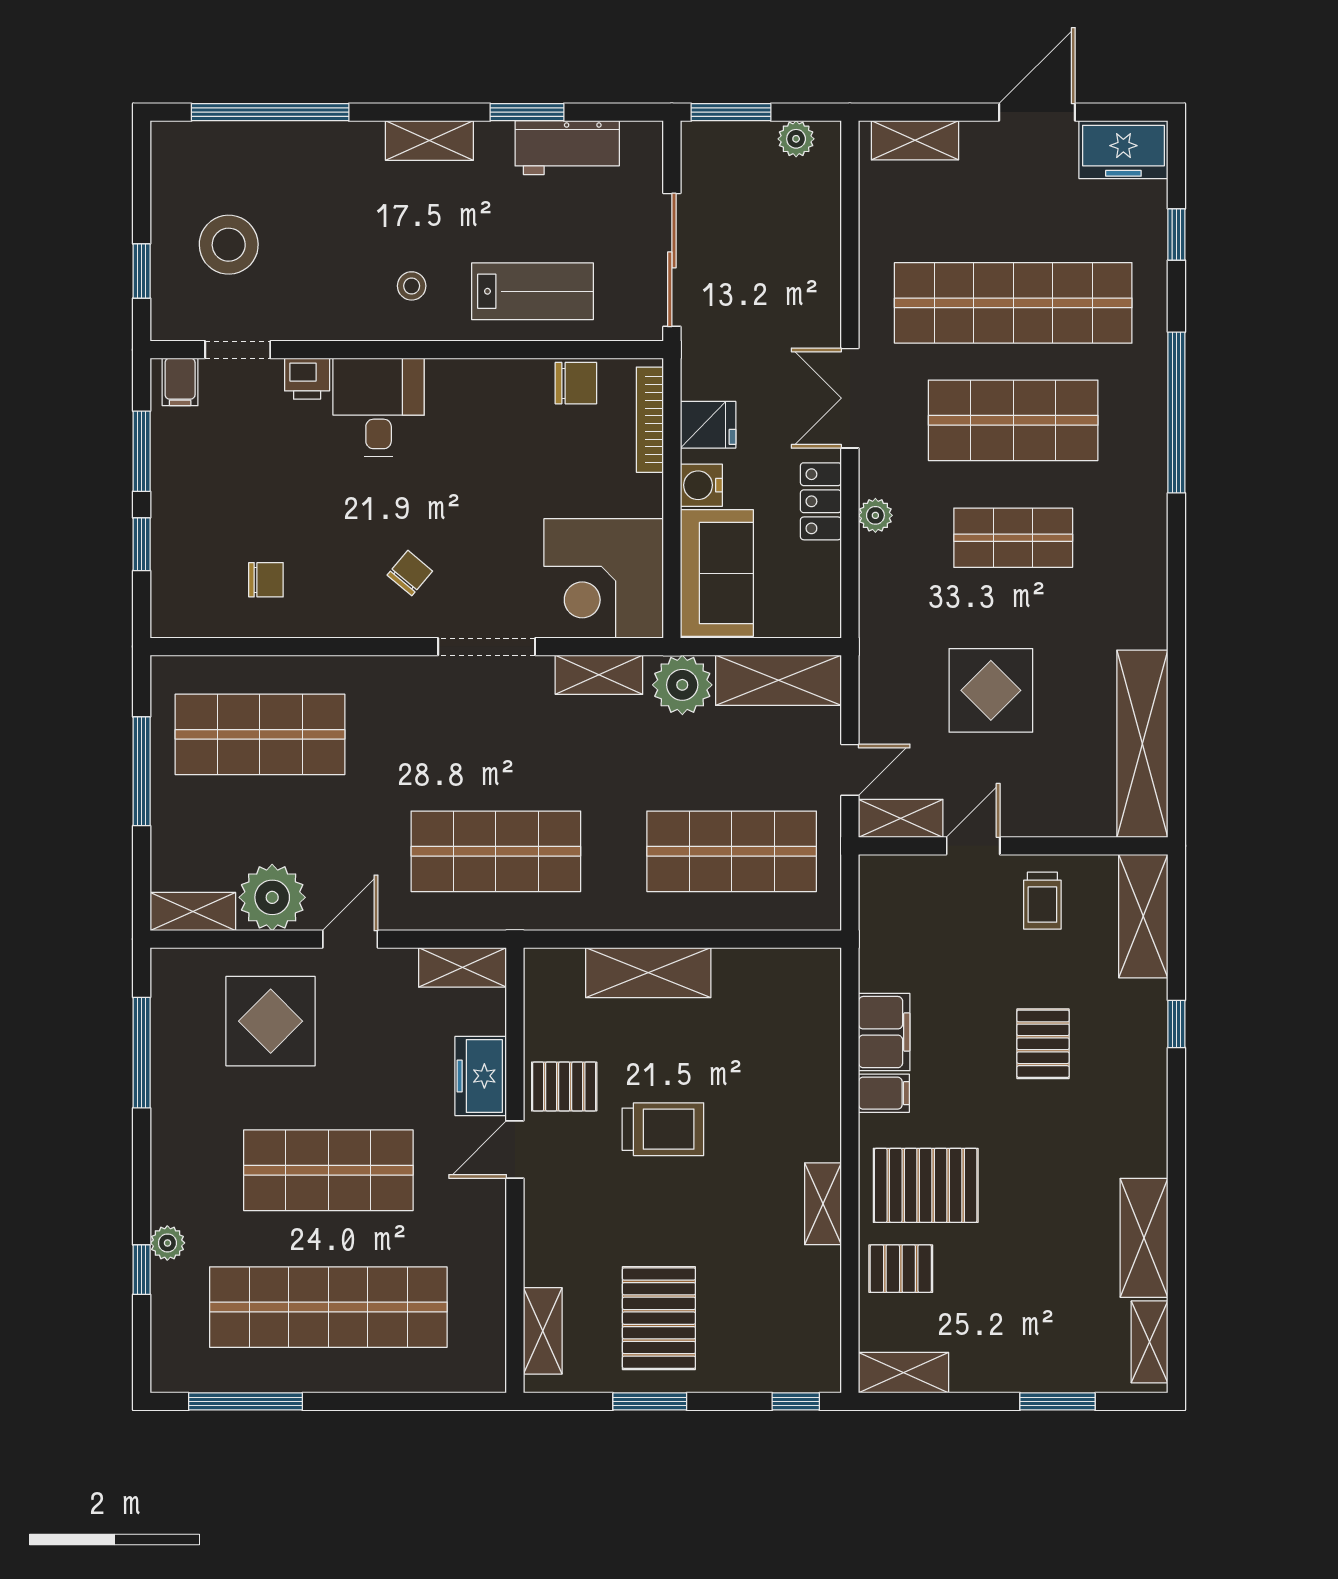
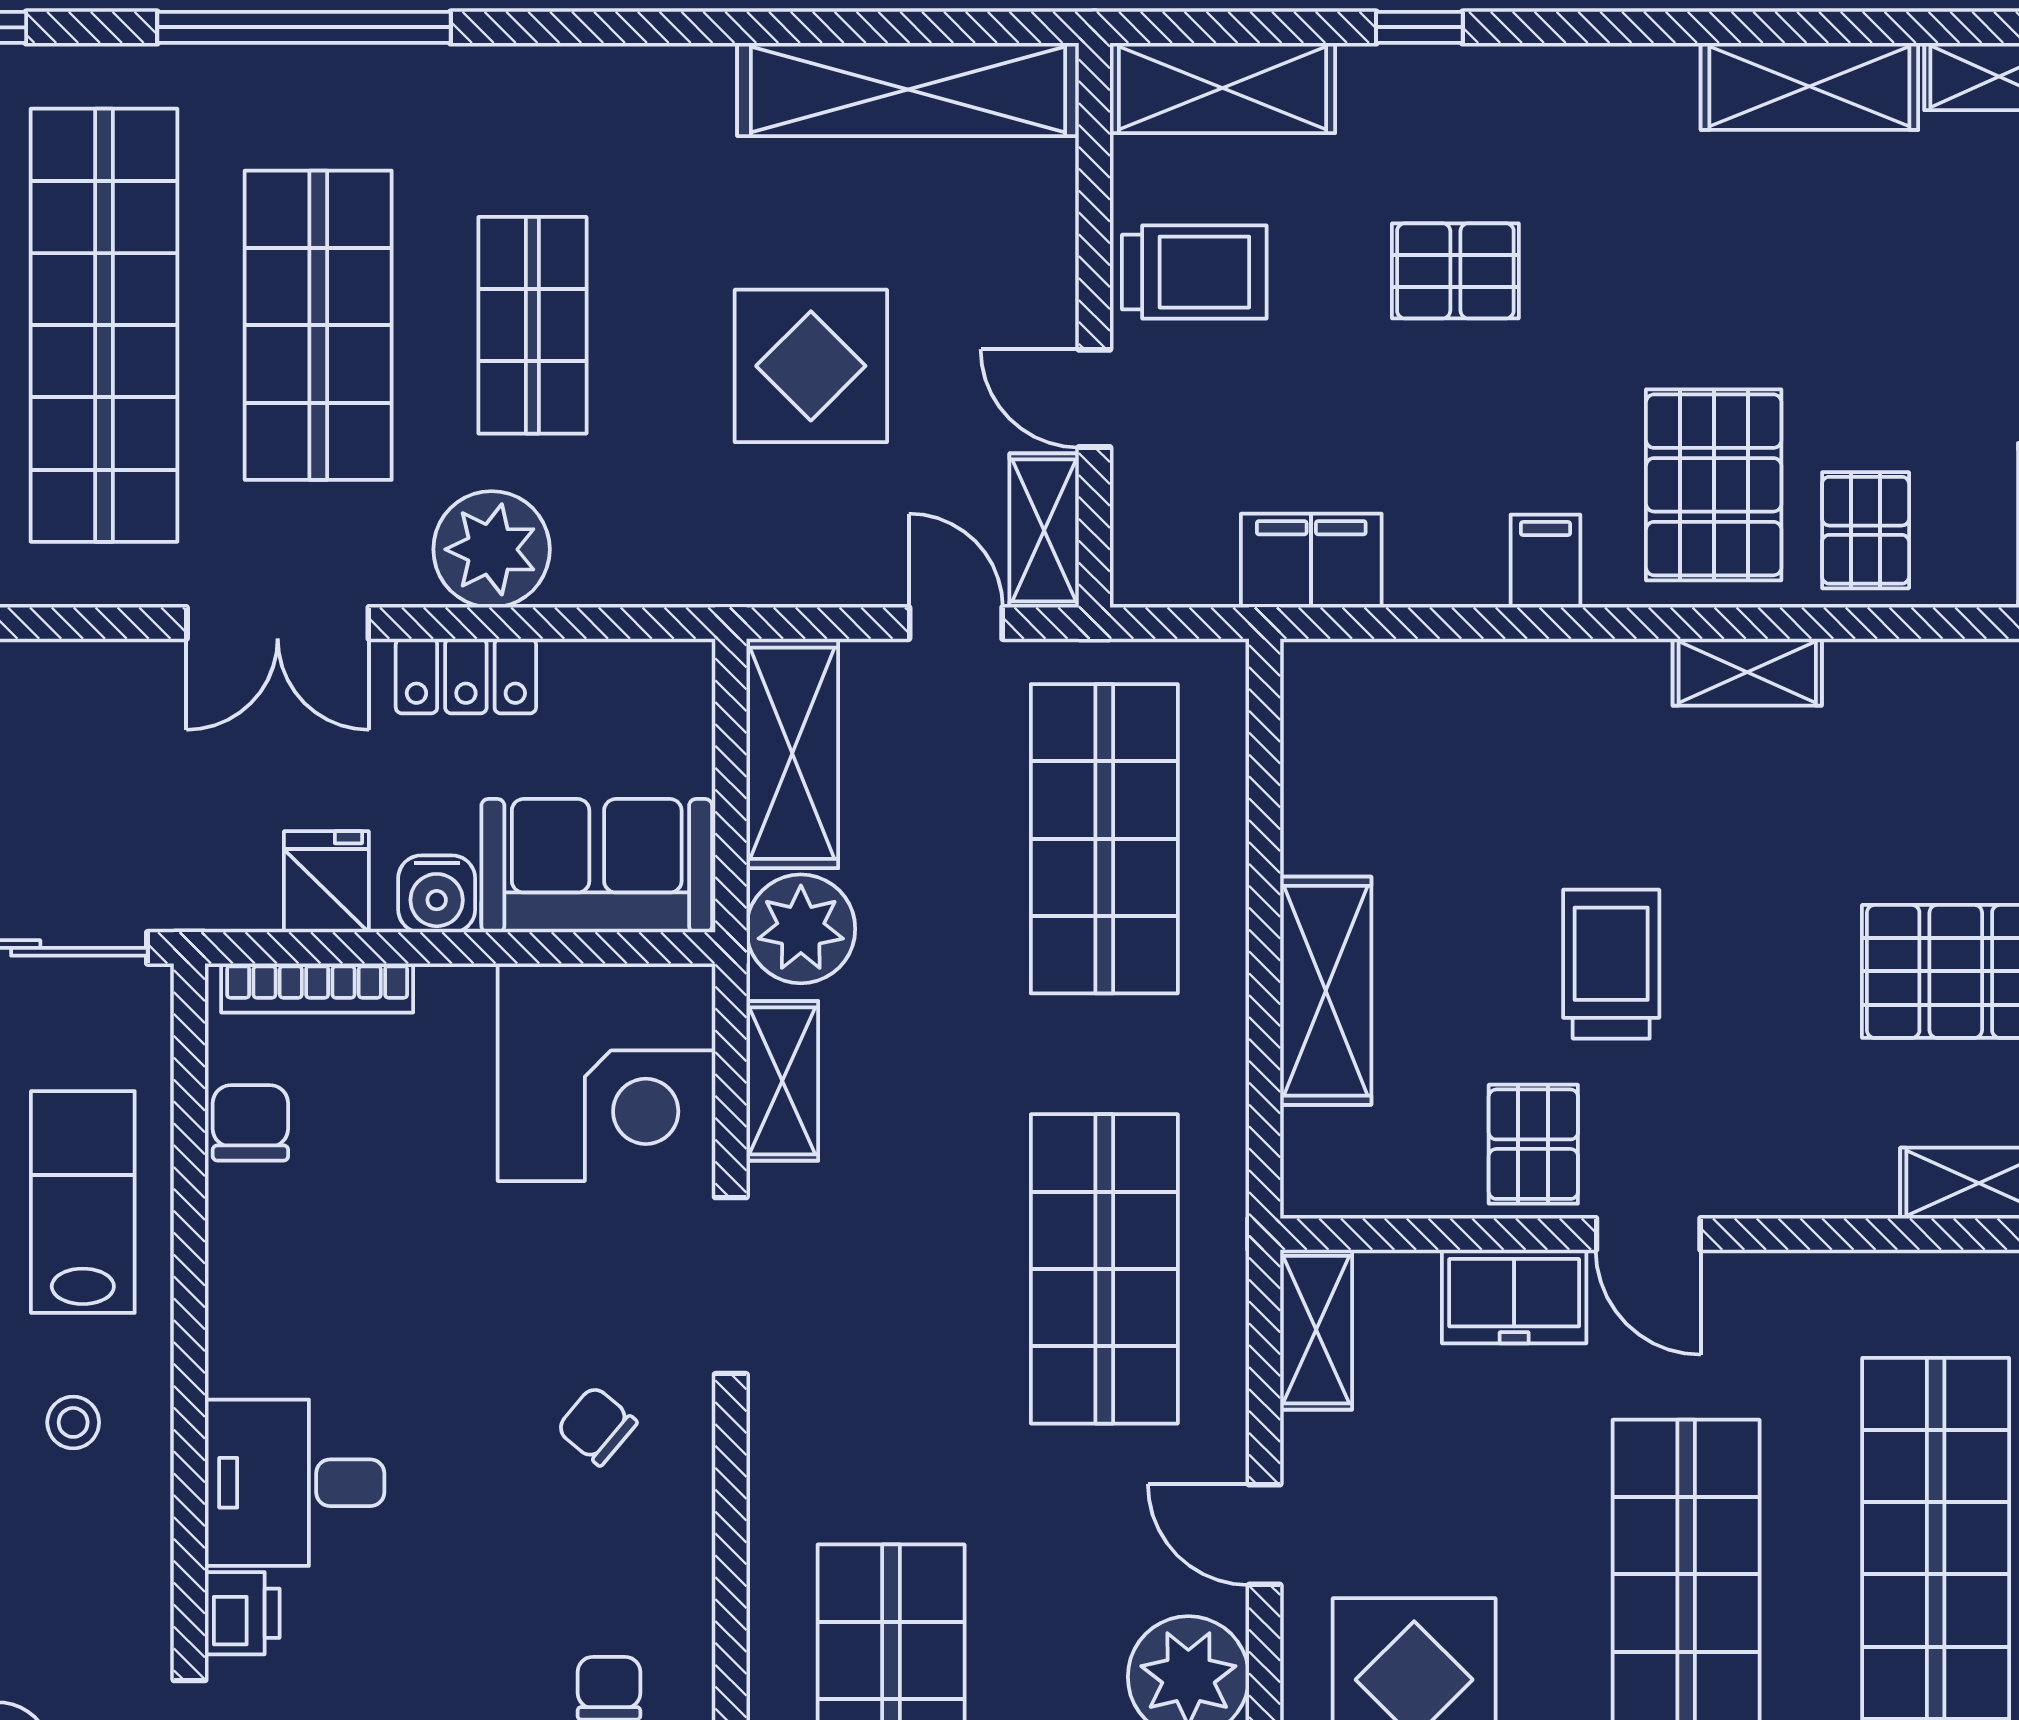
plant: (875, 515) -> (492, 549), width x1.87, depth x1.87
trolley: (1042, 901) -> (1194, 272), width x1.36, depth x1.39
filing cabinet: (884, 1032) -> (1311, 561), moved

